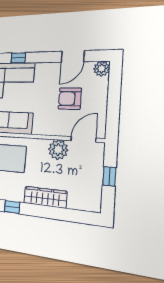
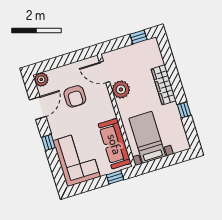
door: (73, 56) -> (38, 108), hinge flipped
window: (18, 58) -> (48, 143), moved
window: (109, 176) -> (139, 37), moved

